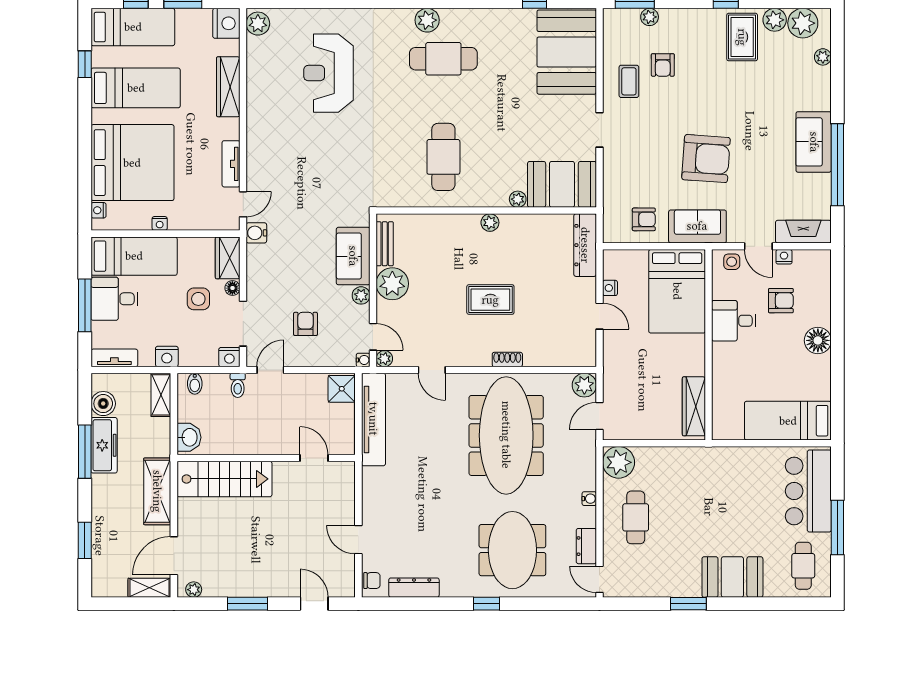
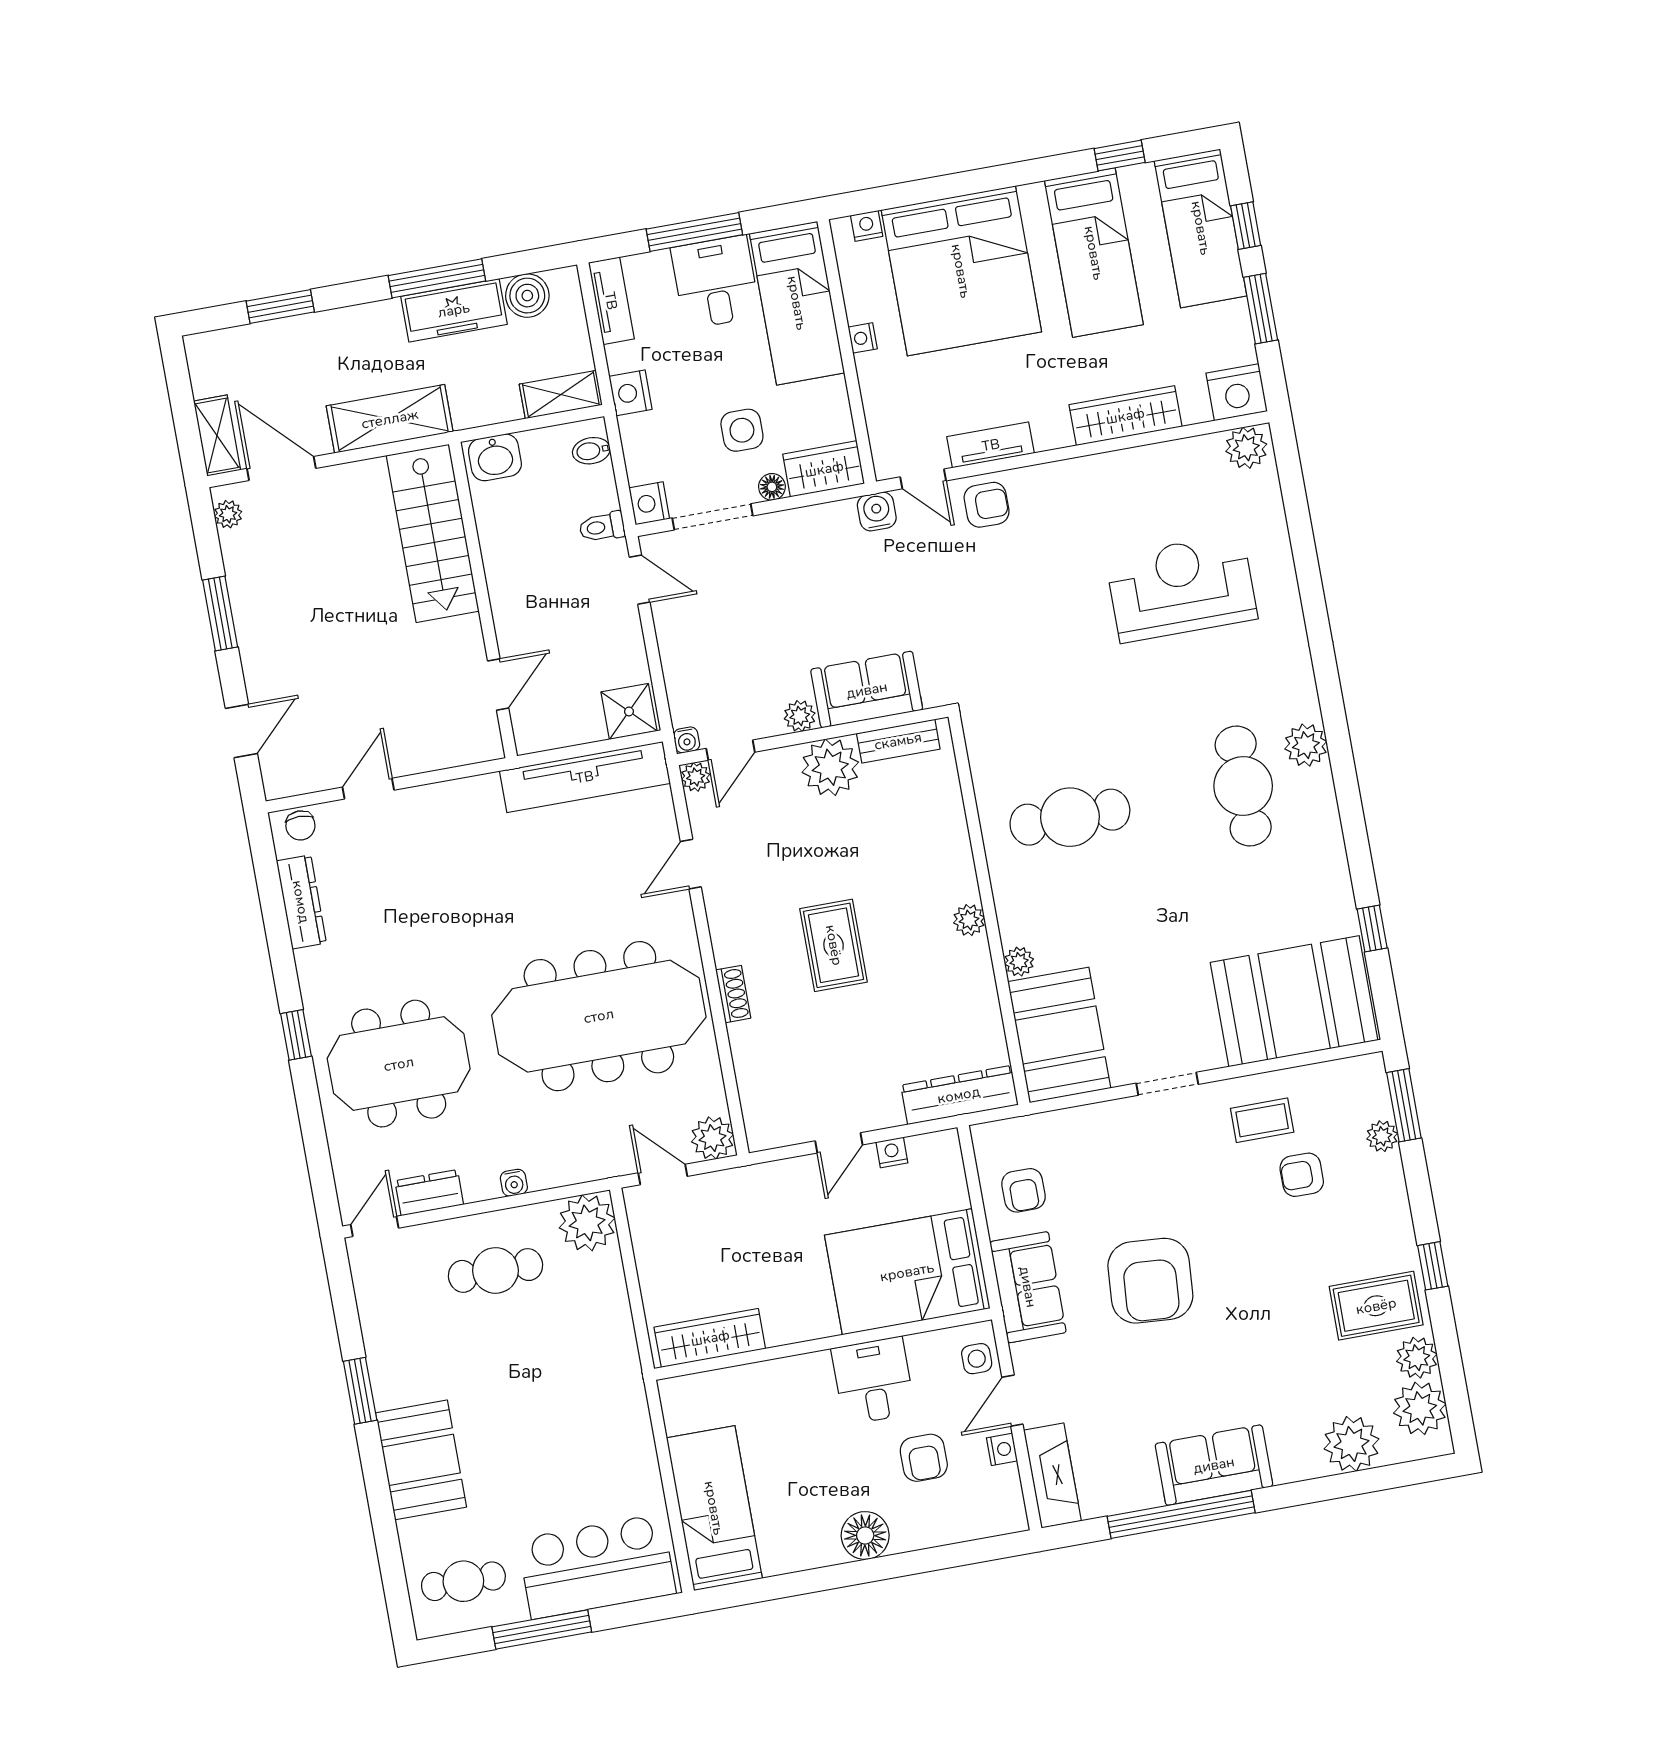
plant: (823, 57) -> (1351, 1444), width x1.87, depth x1.87
armchair: (305, 324) -> (987, 505), moved

